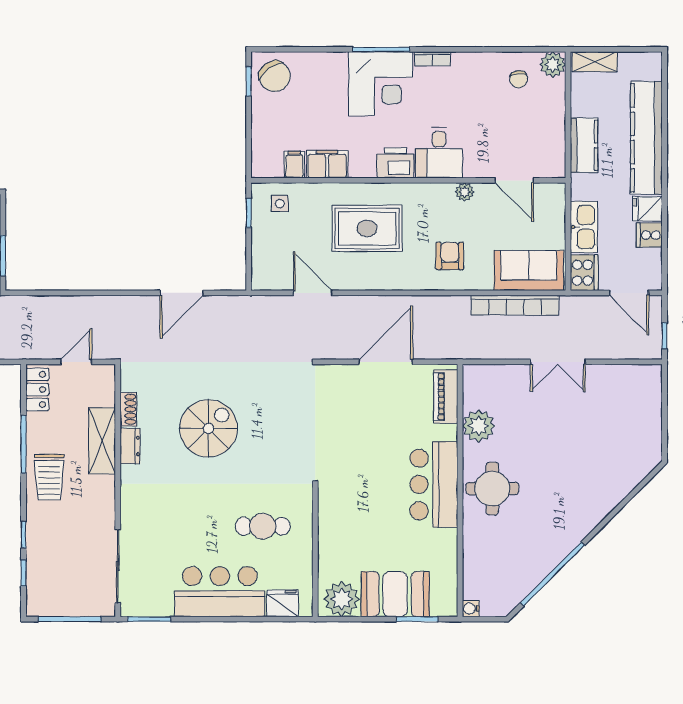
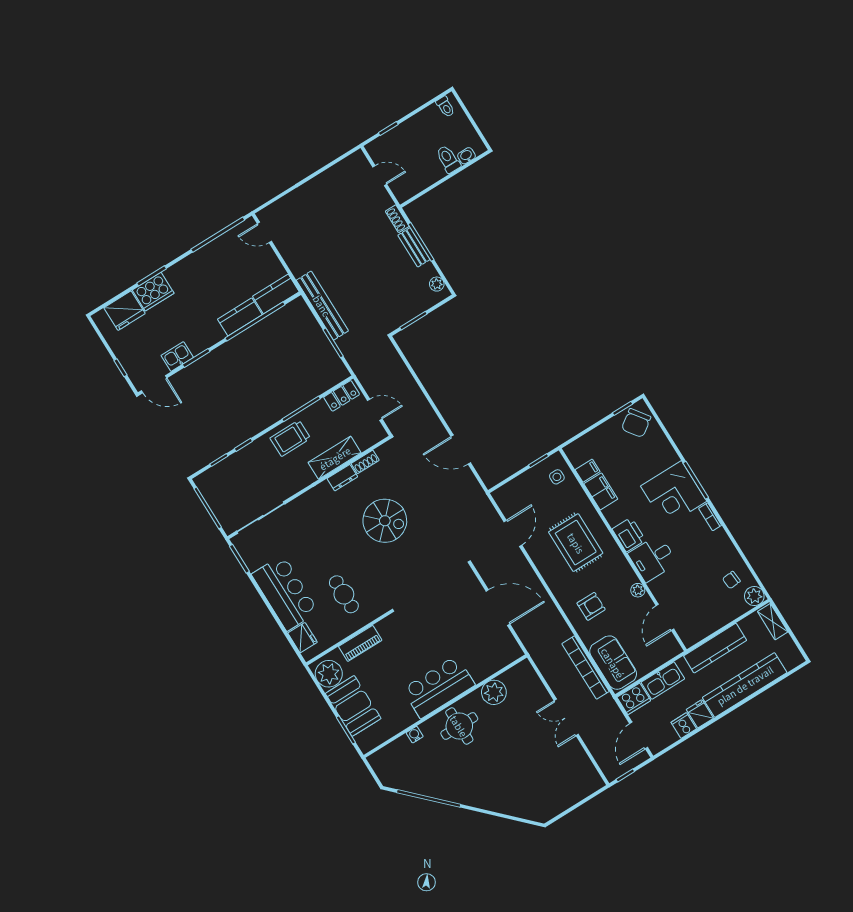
kitchen counter: (584, 145) -> (715, 648), width x1.50
piano: (446, 397) -> (360, 643), moved, turned 180
water cooler: (471, 608) -> (415, 735), moved

